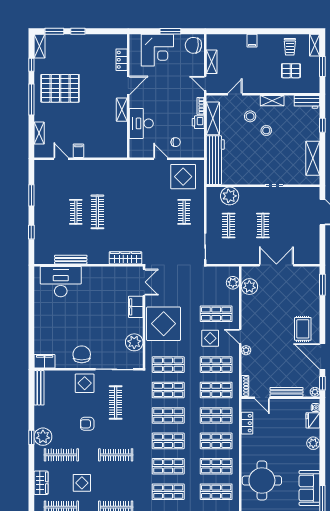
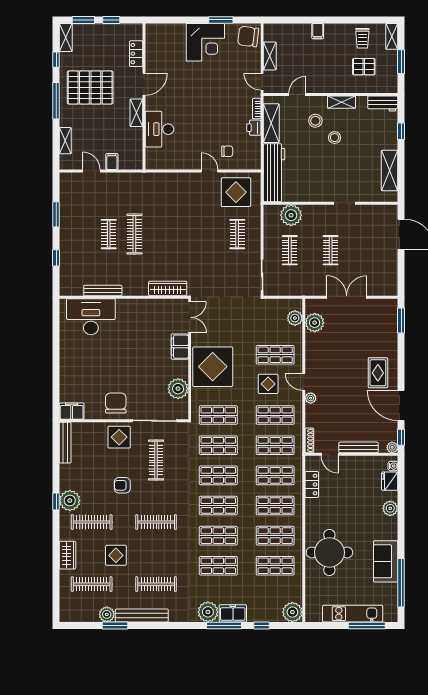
locker: (122, 60) -> (136, 54), moved
door: (128, 85) -> (144, 84), moved
wall: (128, 96) -> (144, 96), moved
shelving: (122, 110) -> (136, 113), moved
desk: (141, 123) -> (159, 129), moved

